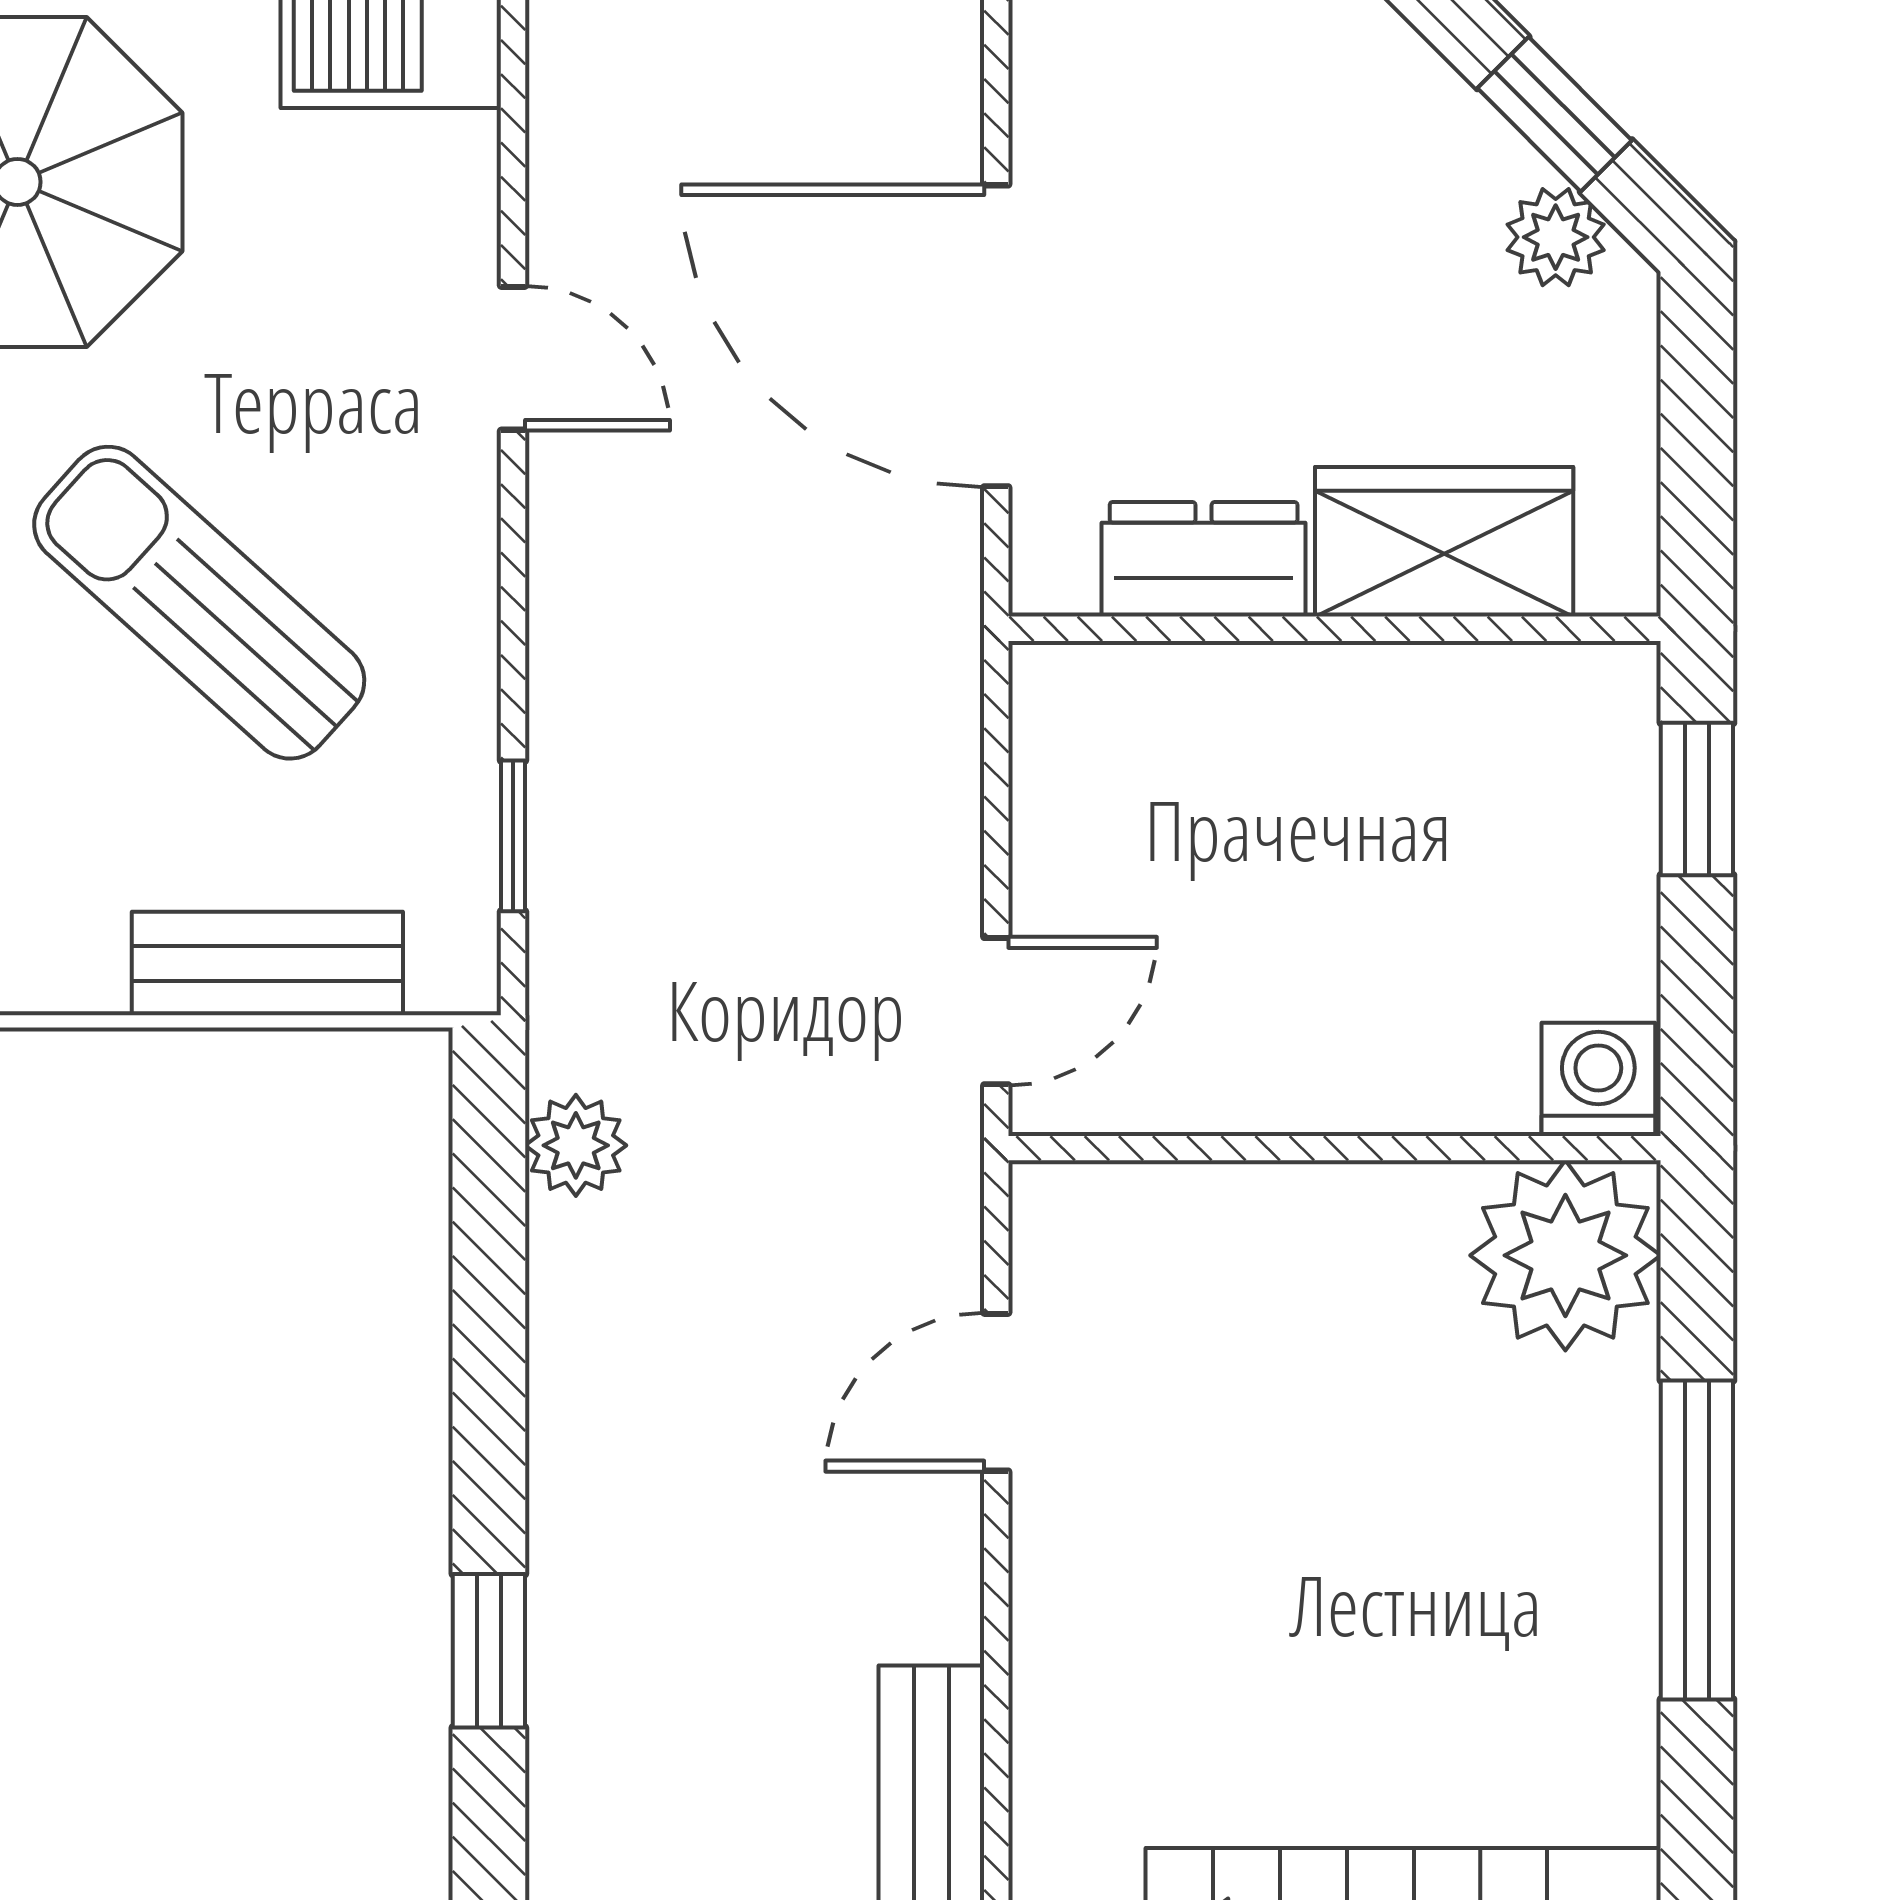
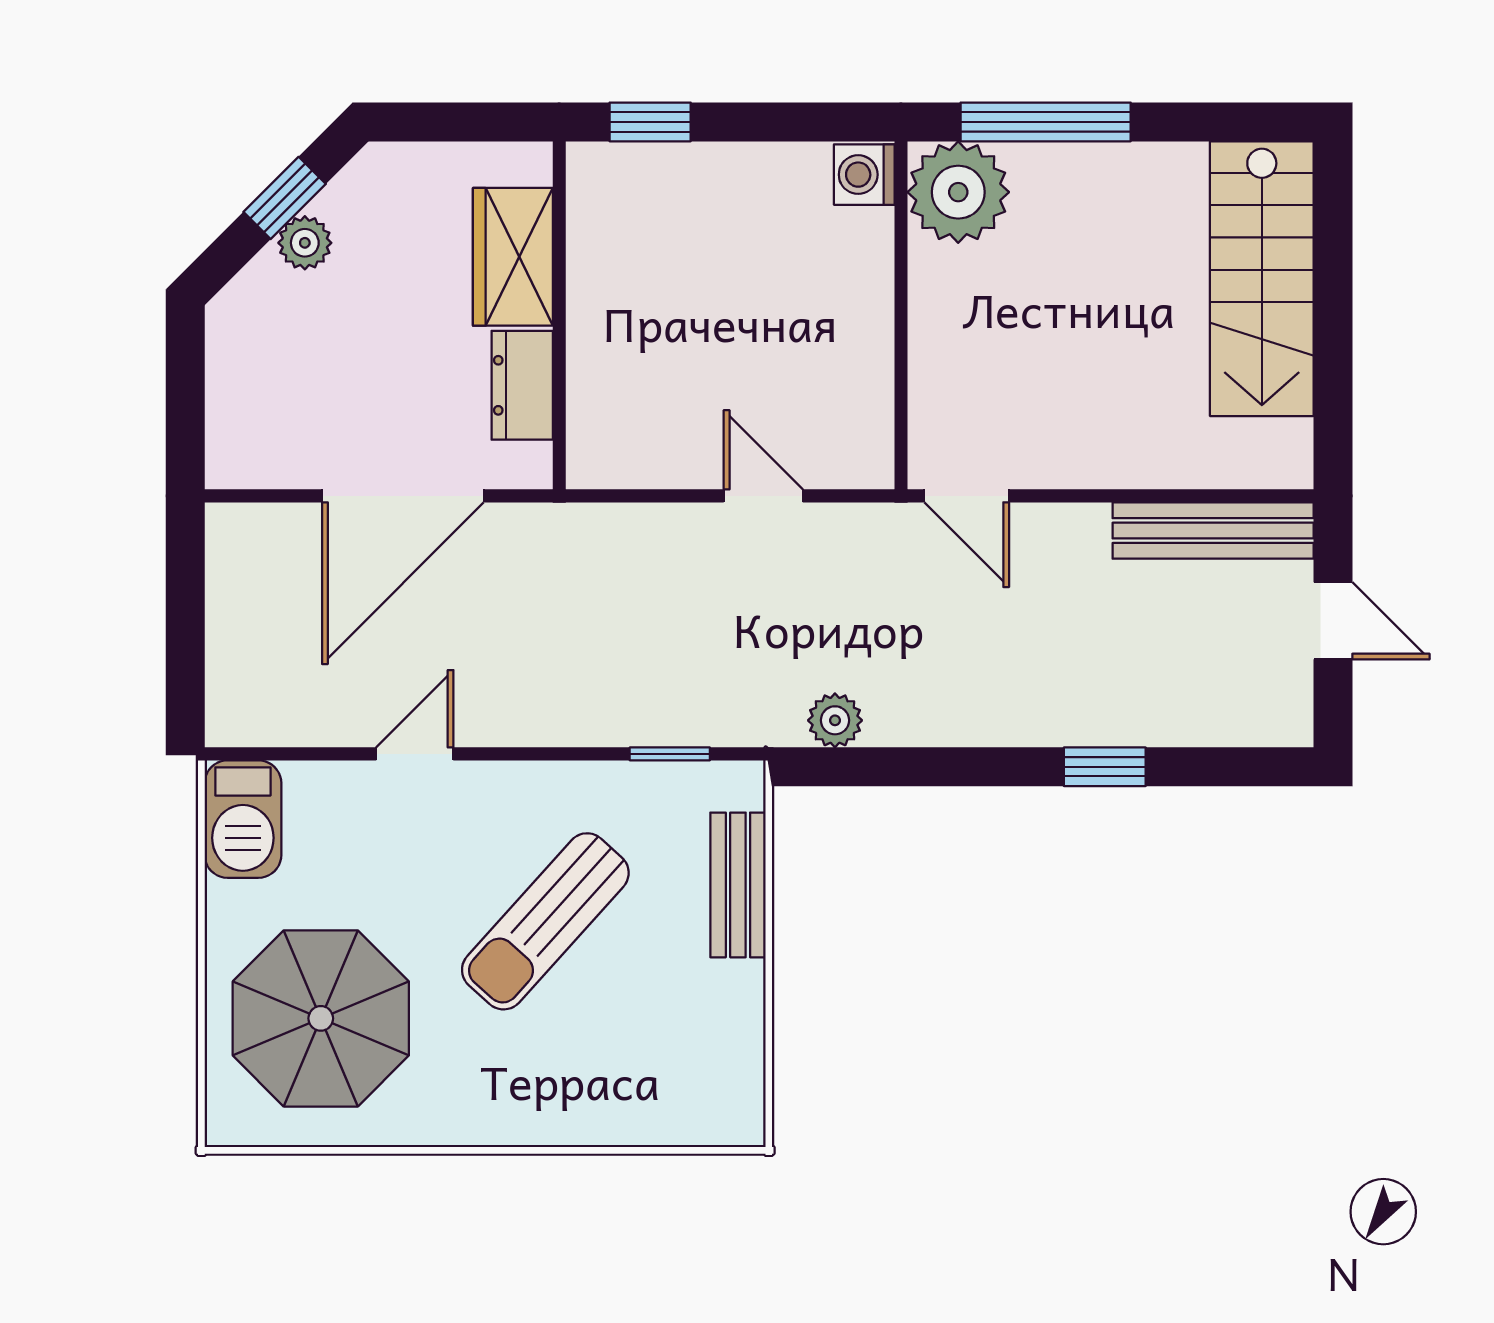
plant: (1556, 237) -> (305, 243), moved
washing machine: (1598, 1079) -> (864, 175), moved
wall: (1335, 1148) -> (901, 315), moved
plant: (1565, 1255) -> (958, 192), moved

